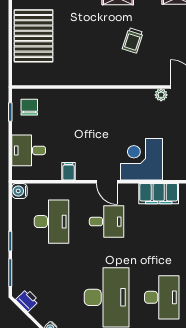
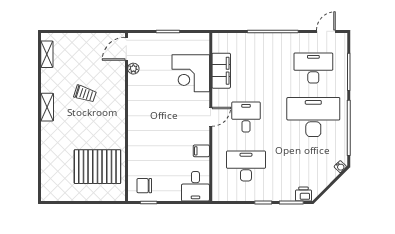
pallet: (34, 36) -> (97, 167), moved
desk: (29, 150) -> (195, 186), moved
corner desk: (141, 159) -> (191, 73), moved
water cooler: (19, 191) -> (219, 194), removed
printer: (27, 300) -> (303, 194), moved, turned 45

